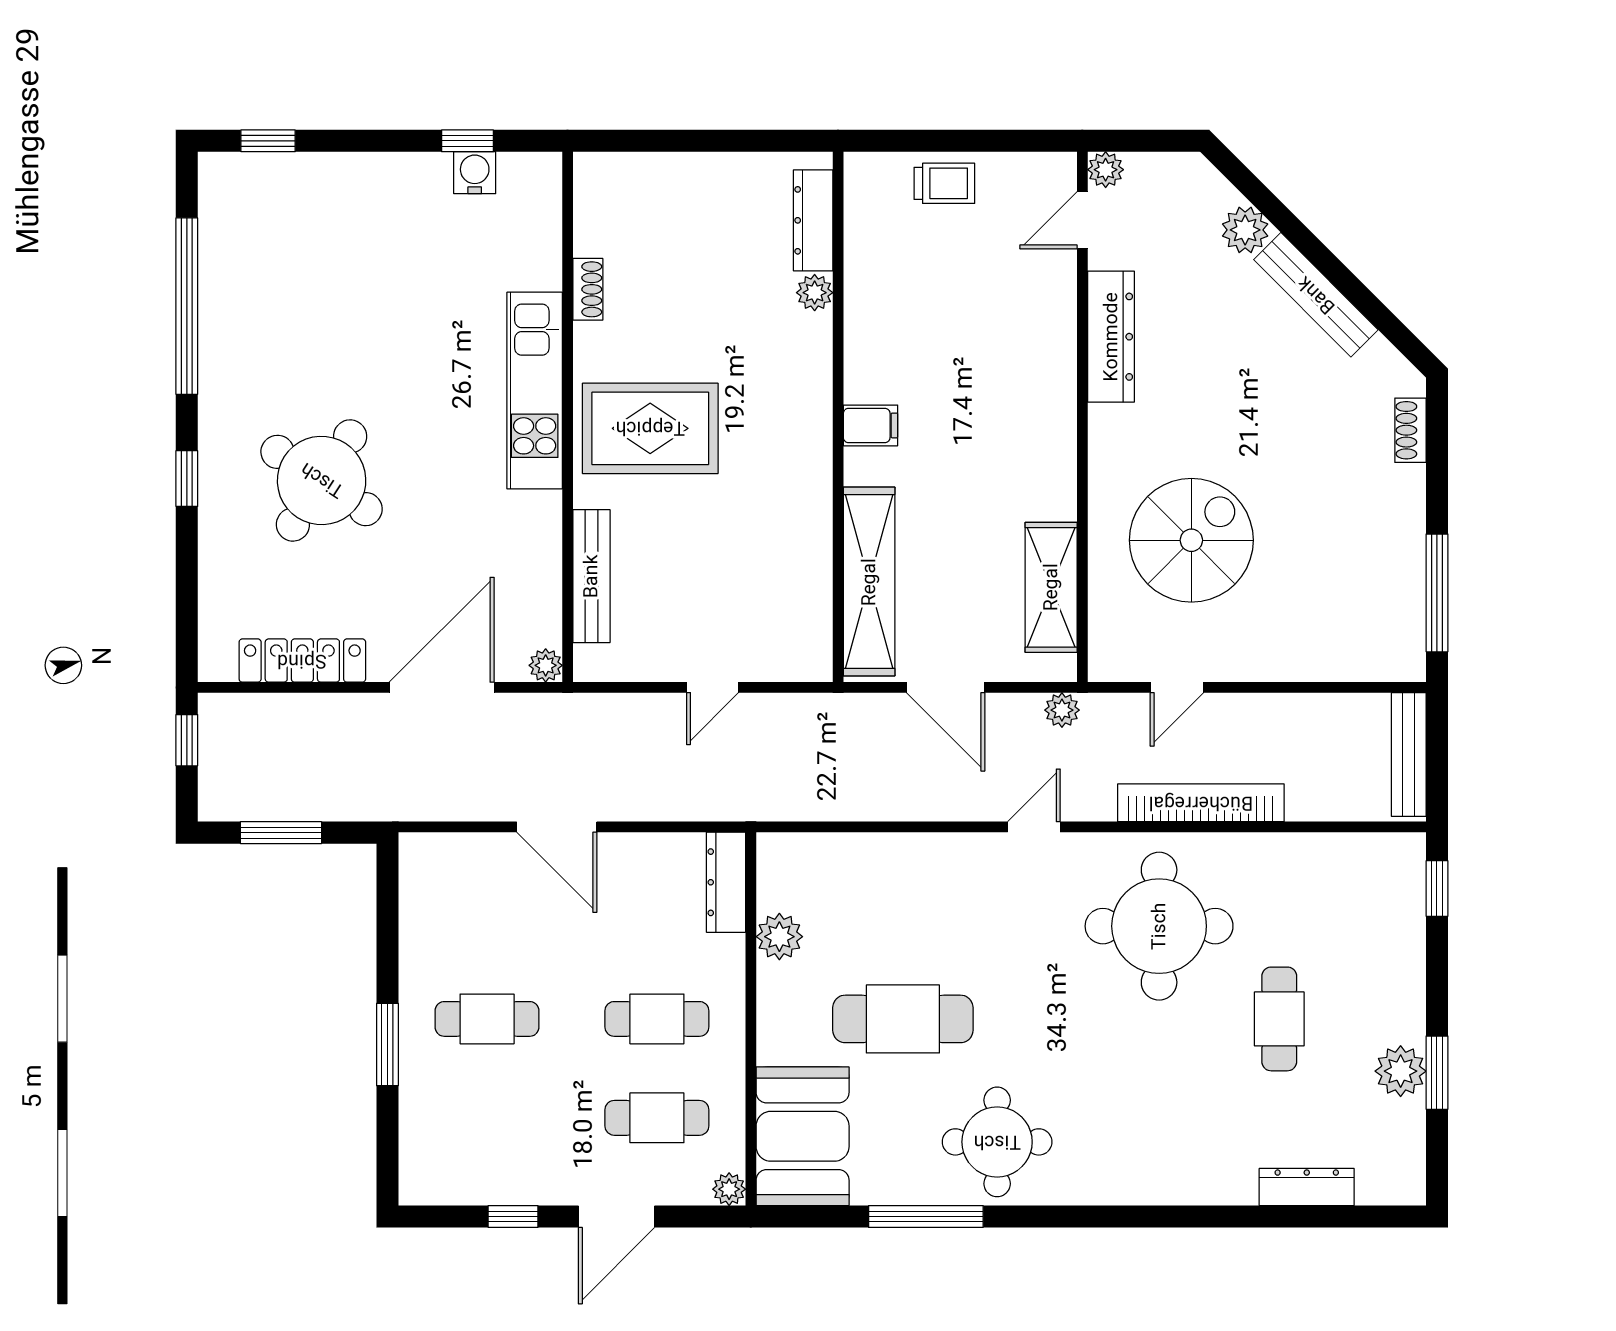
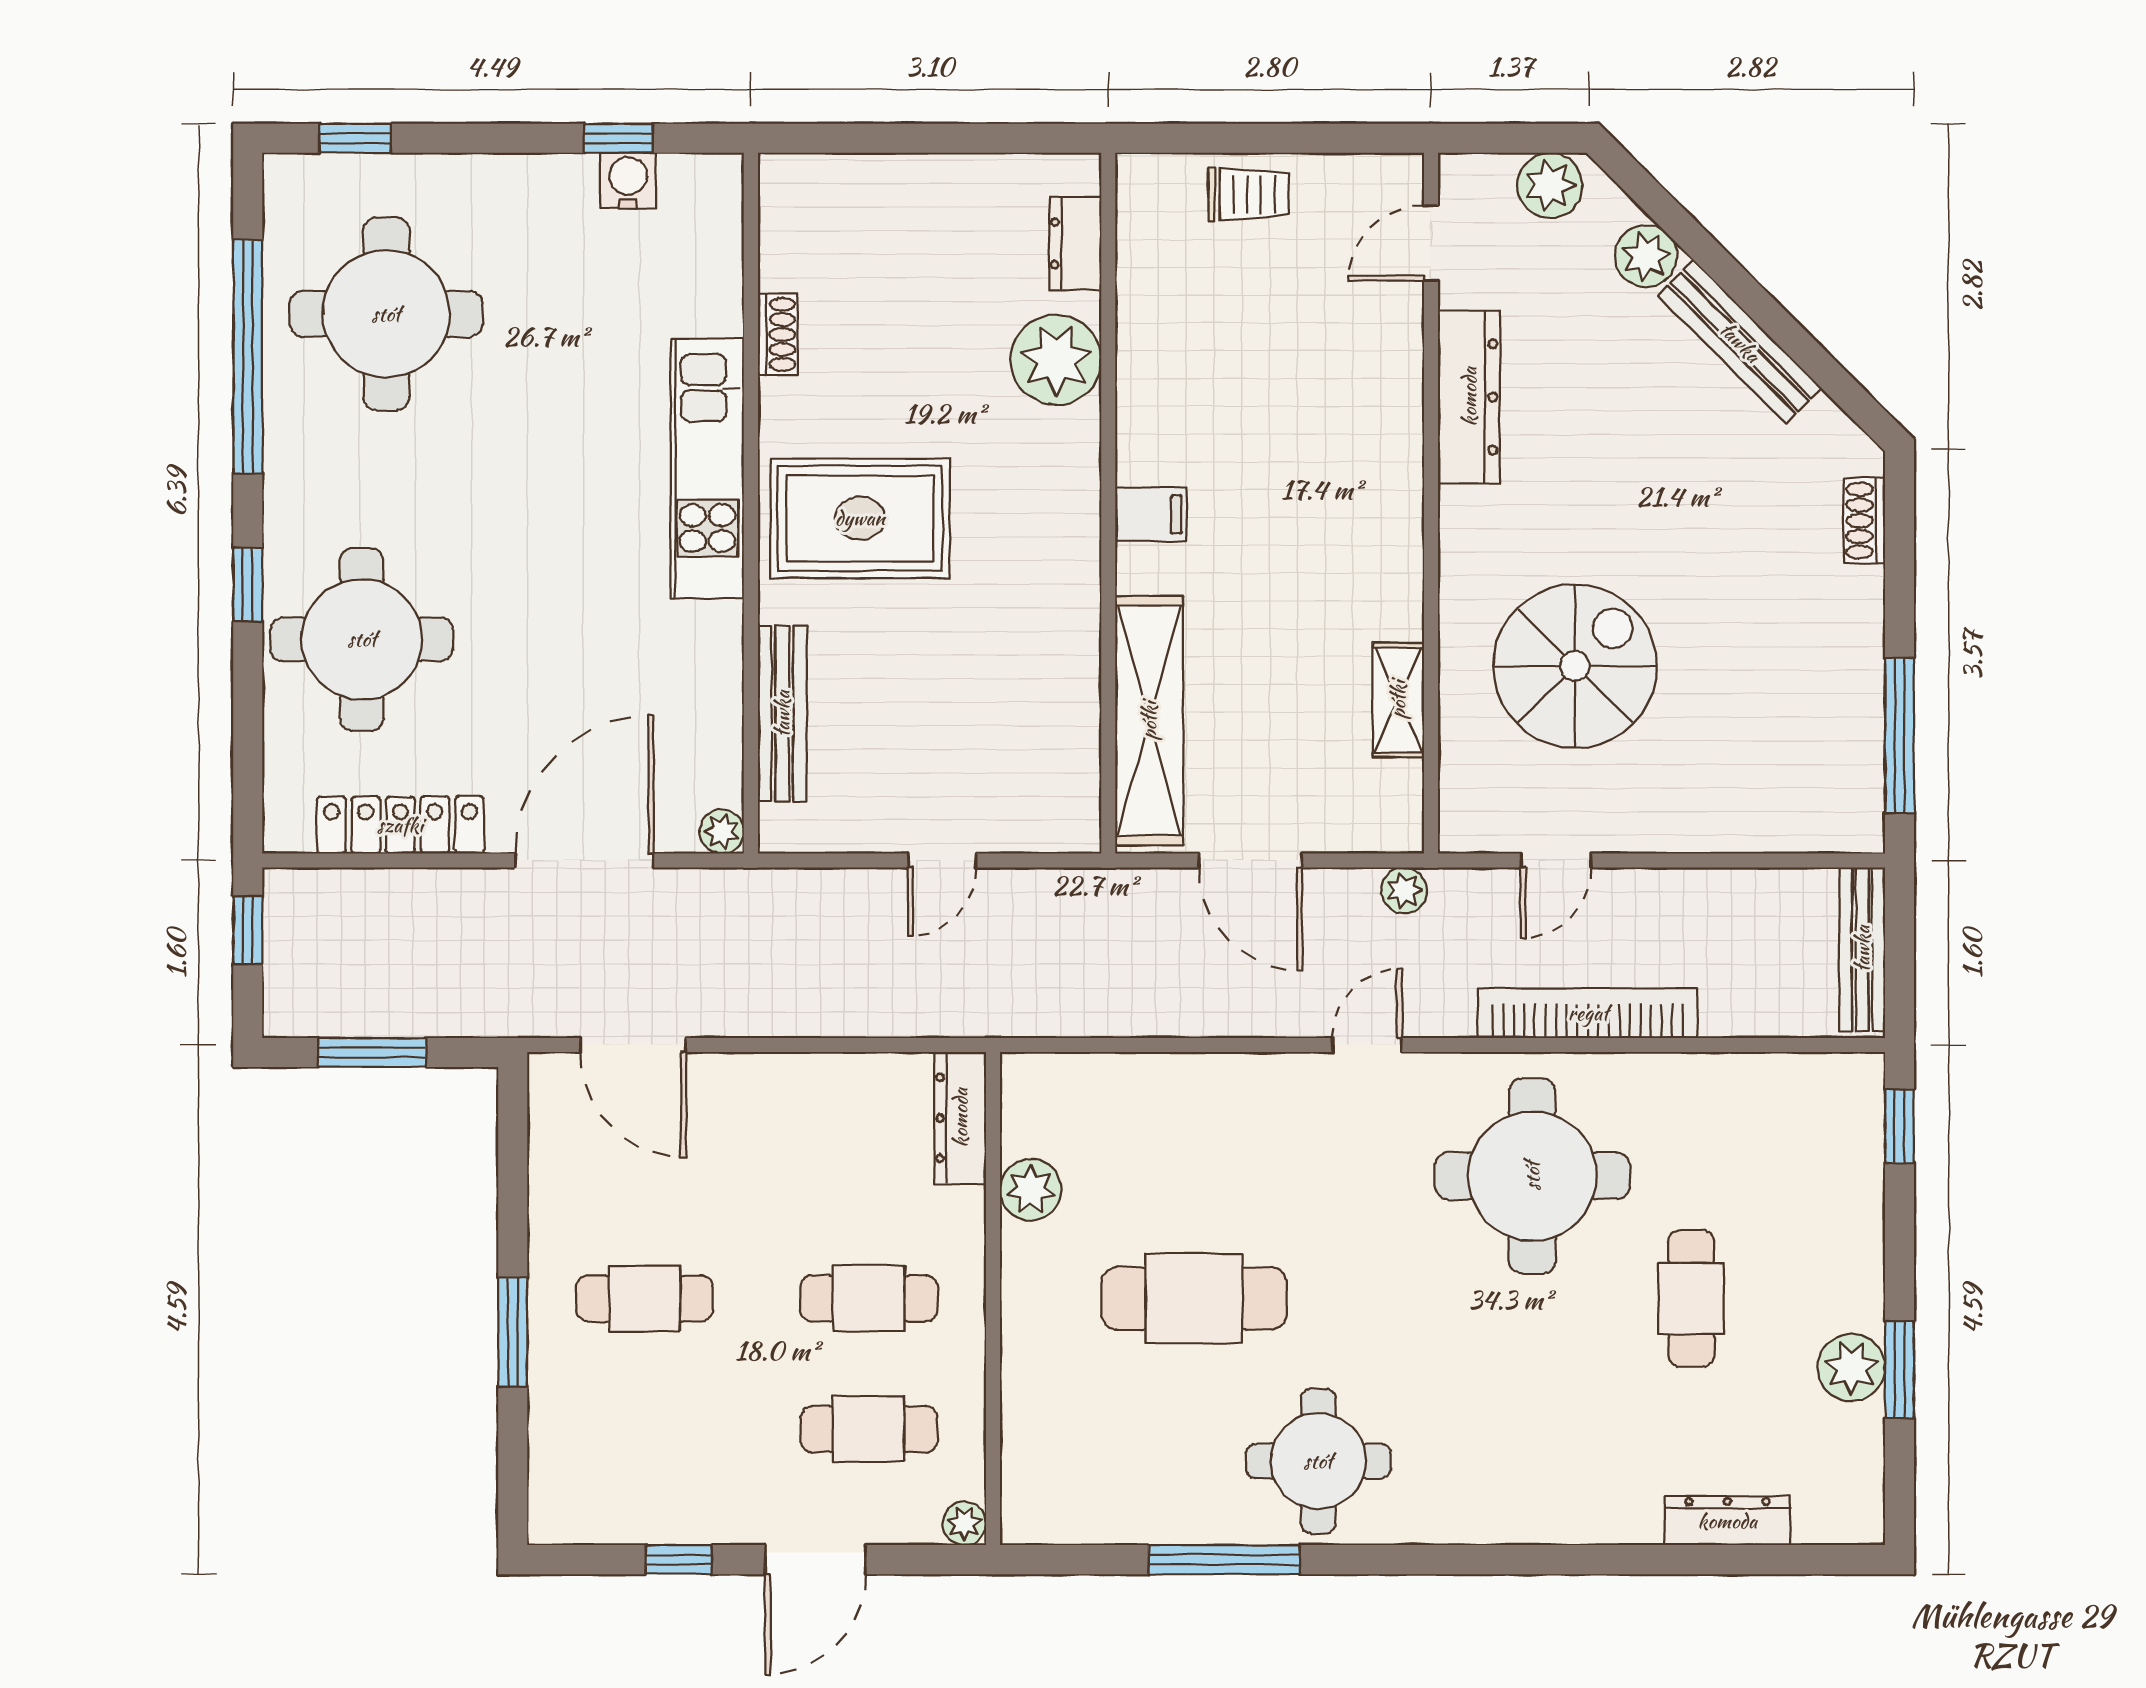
plant: (1106, 170) -> (1550, 185), moved, width x1.38, depth x1.38
dresser: (813, 220) -> (1075, 243), width x0.70
round table: (292, 274) -> (386, 314), added
plant: (815, 293) -> (1056, 360), width x1.88, depth x1.88
round table: (322, 480) -> (362, 639), moved, turned -33
shelving: (1051, 587) -> (1398, 700), width x0.67, depth x0.75
door: (557, 827) -> (633, 1045), moved
booth: (803, 1136) -> (1061, 1454), removed

